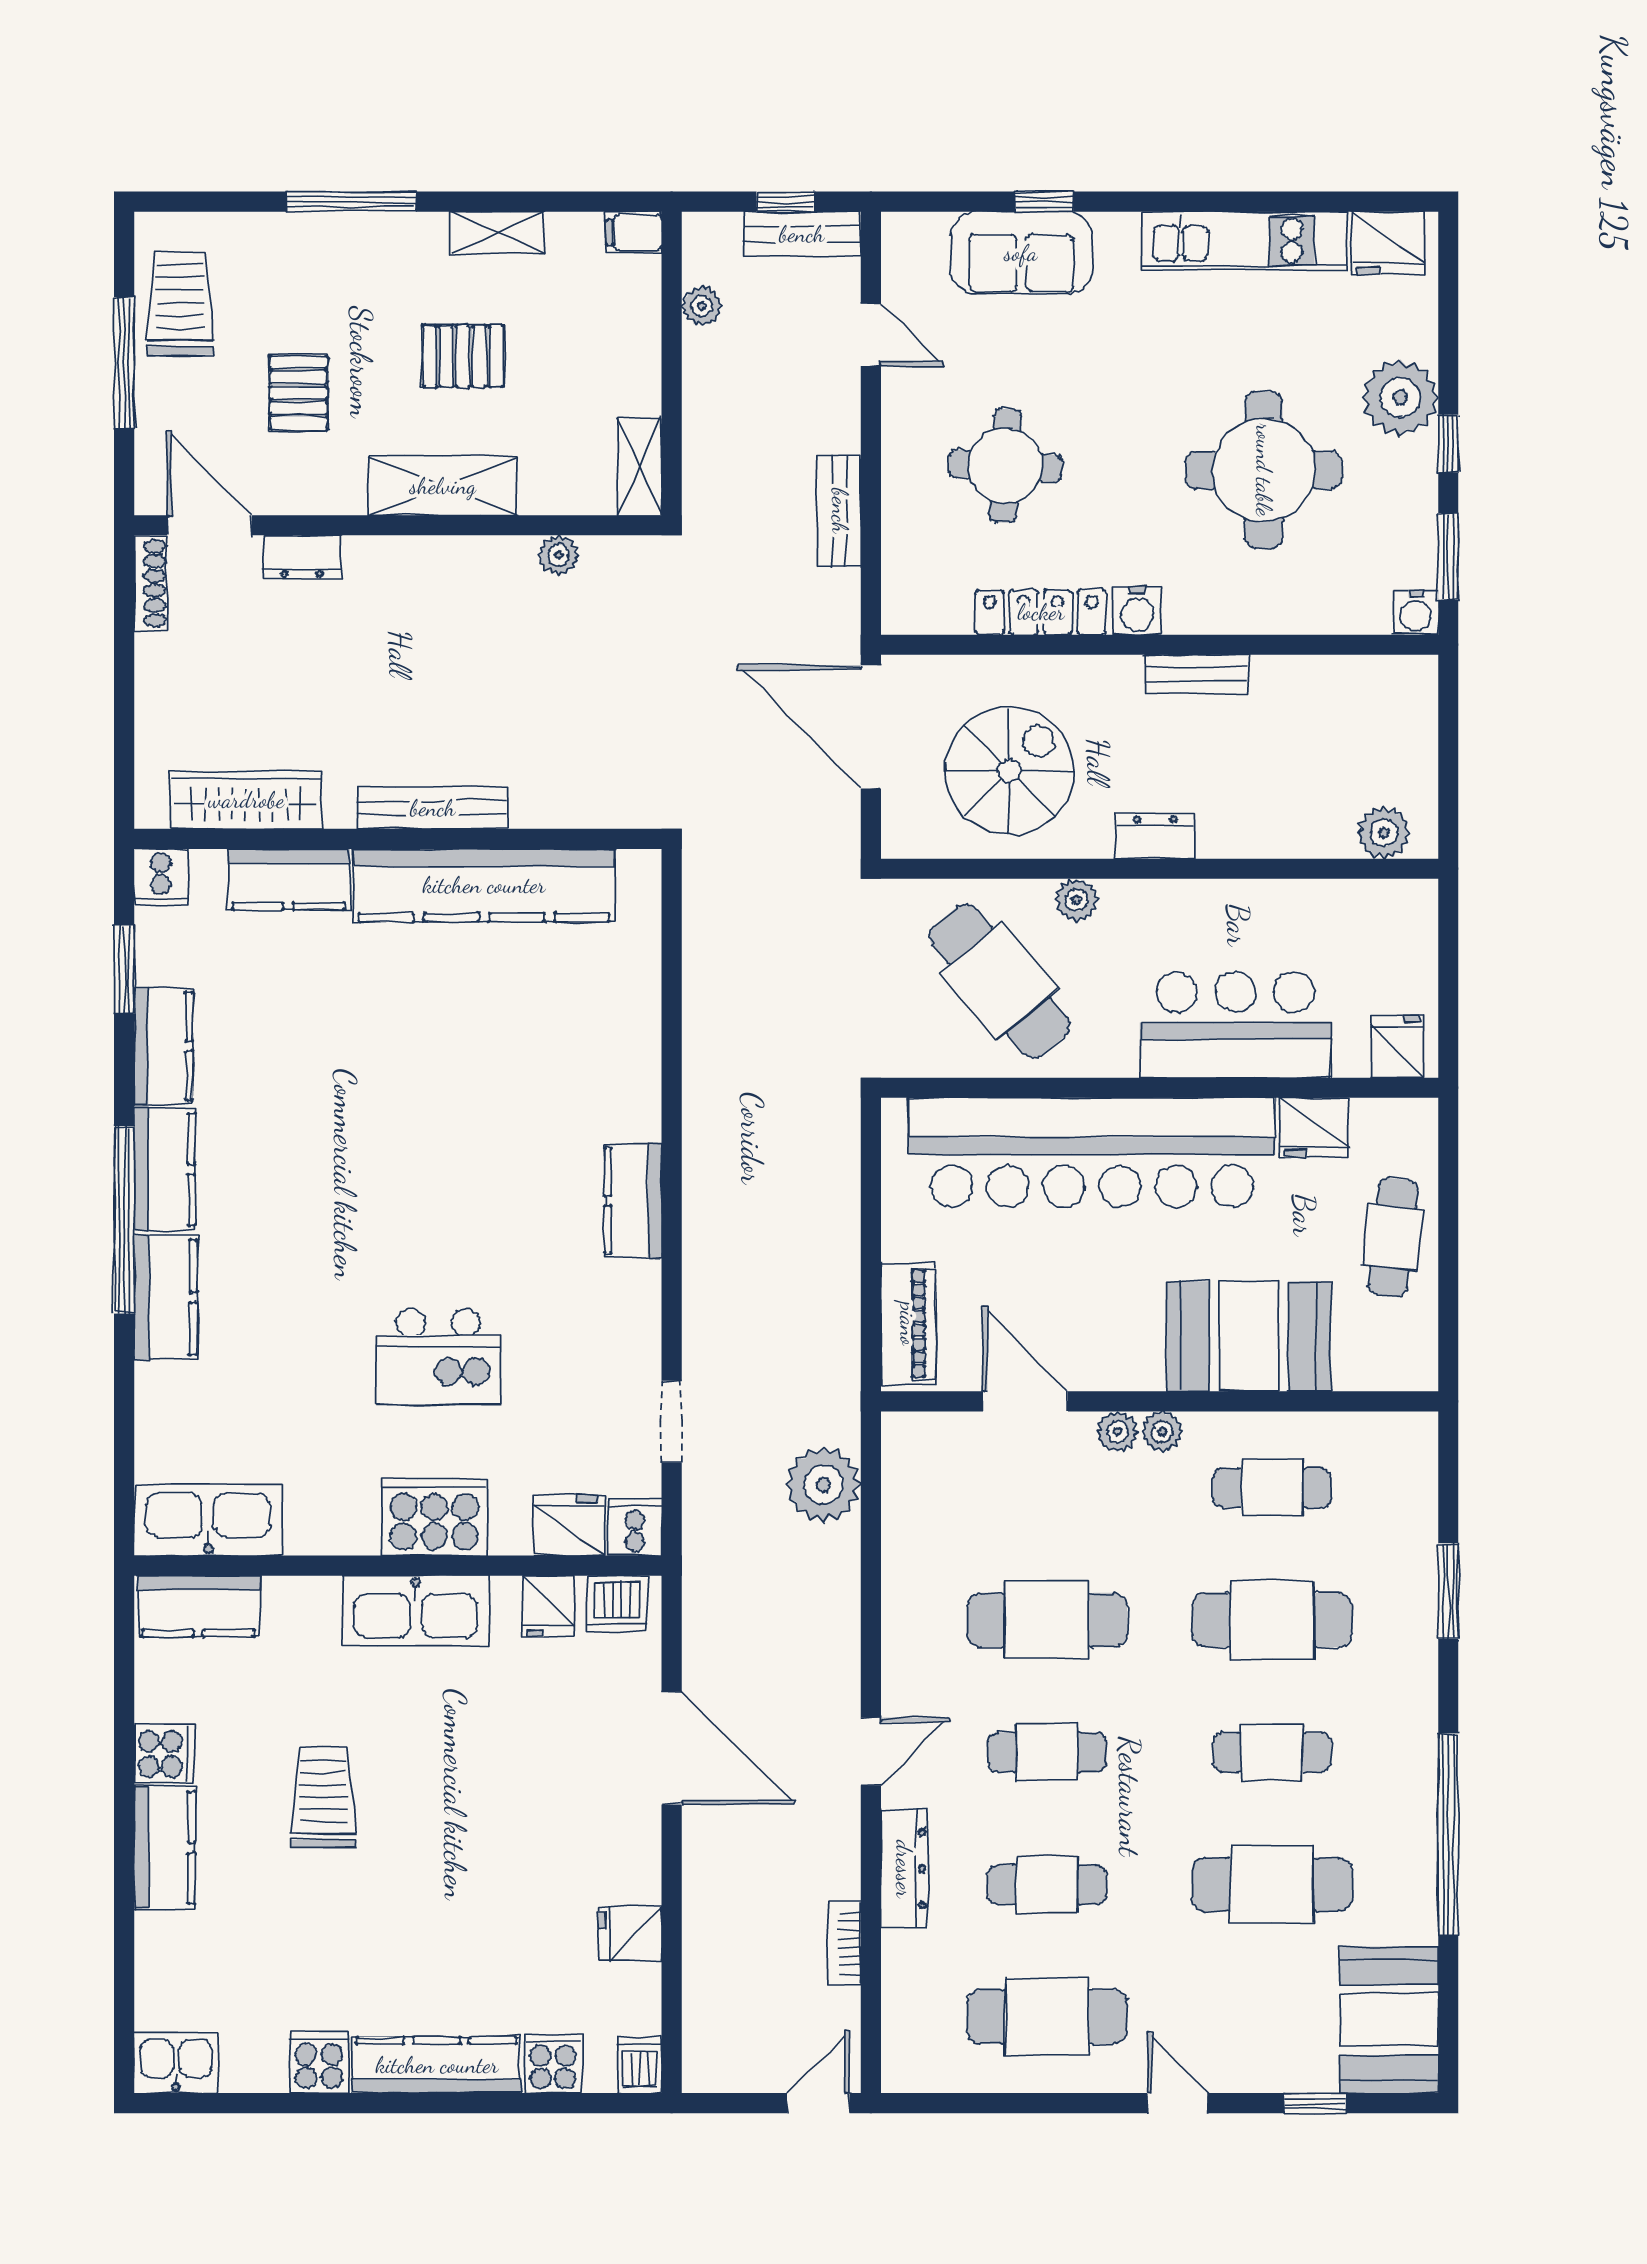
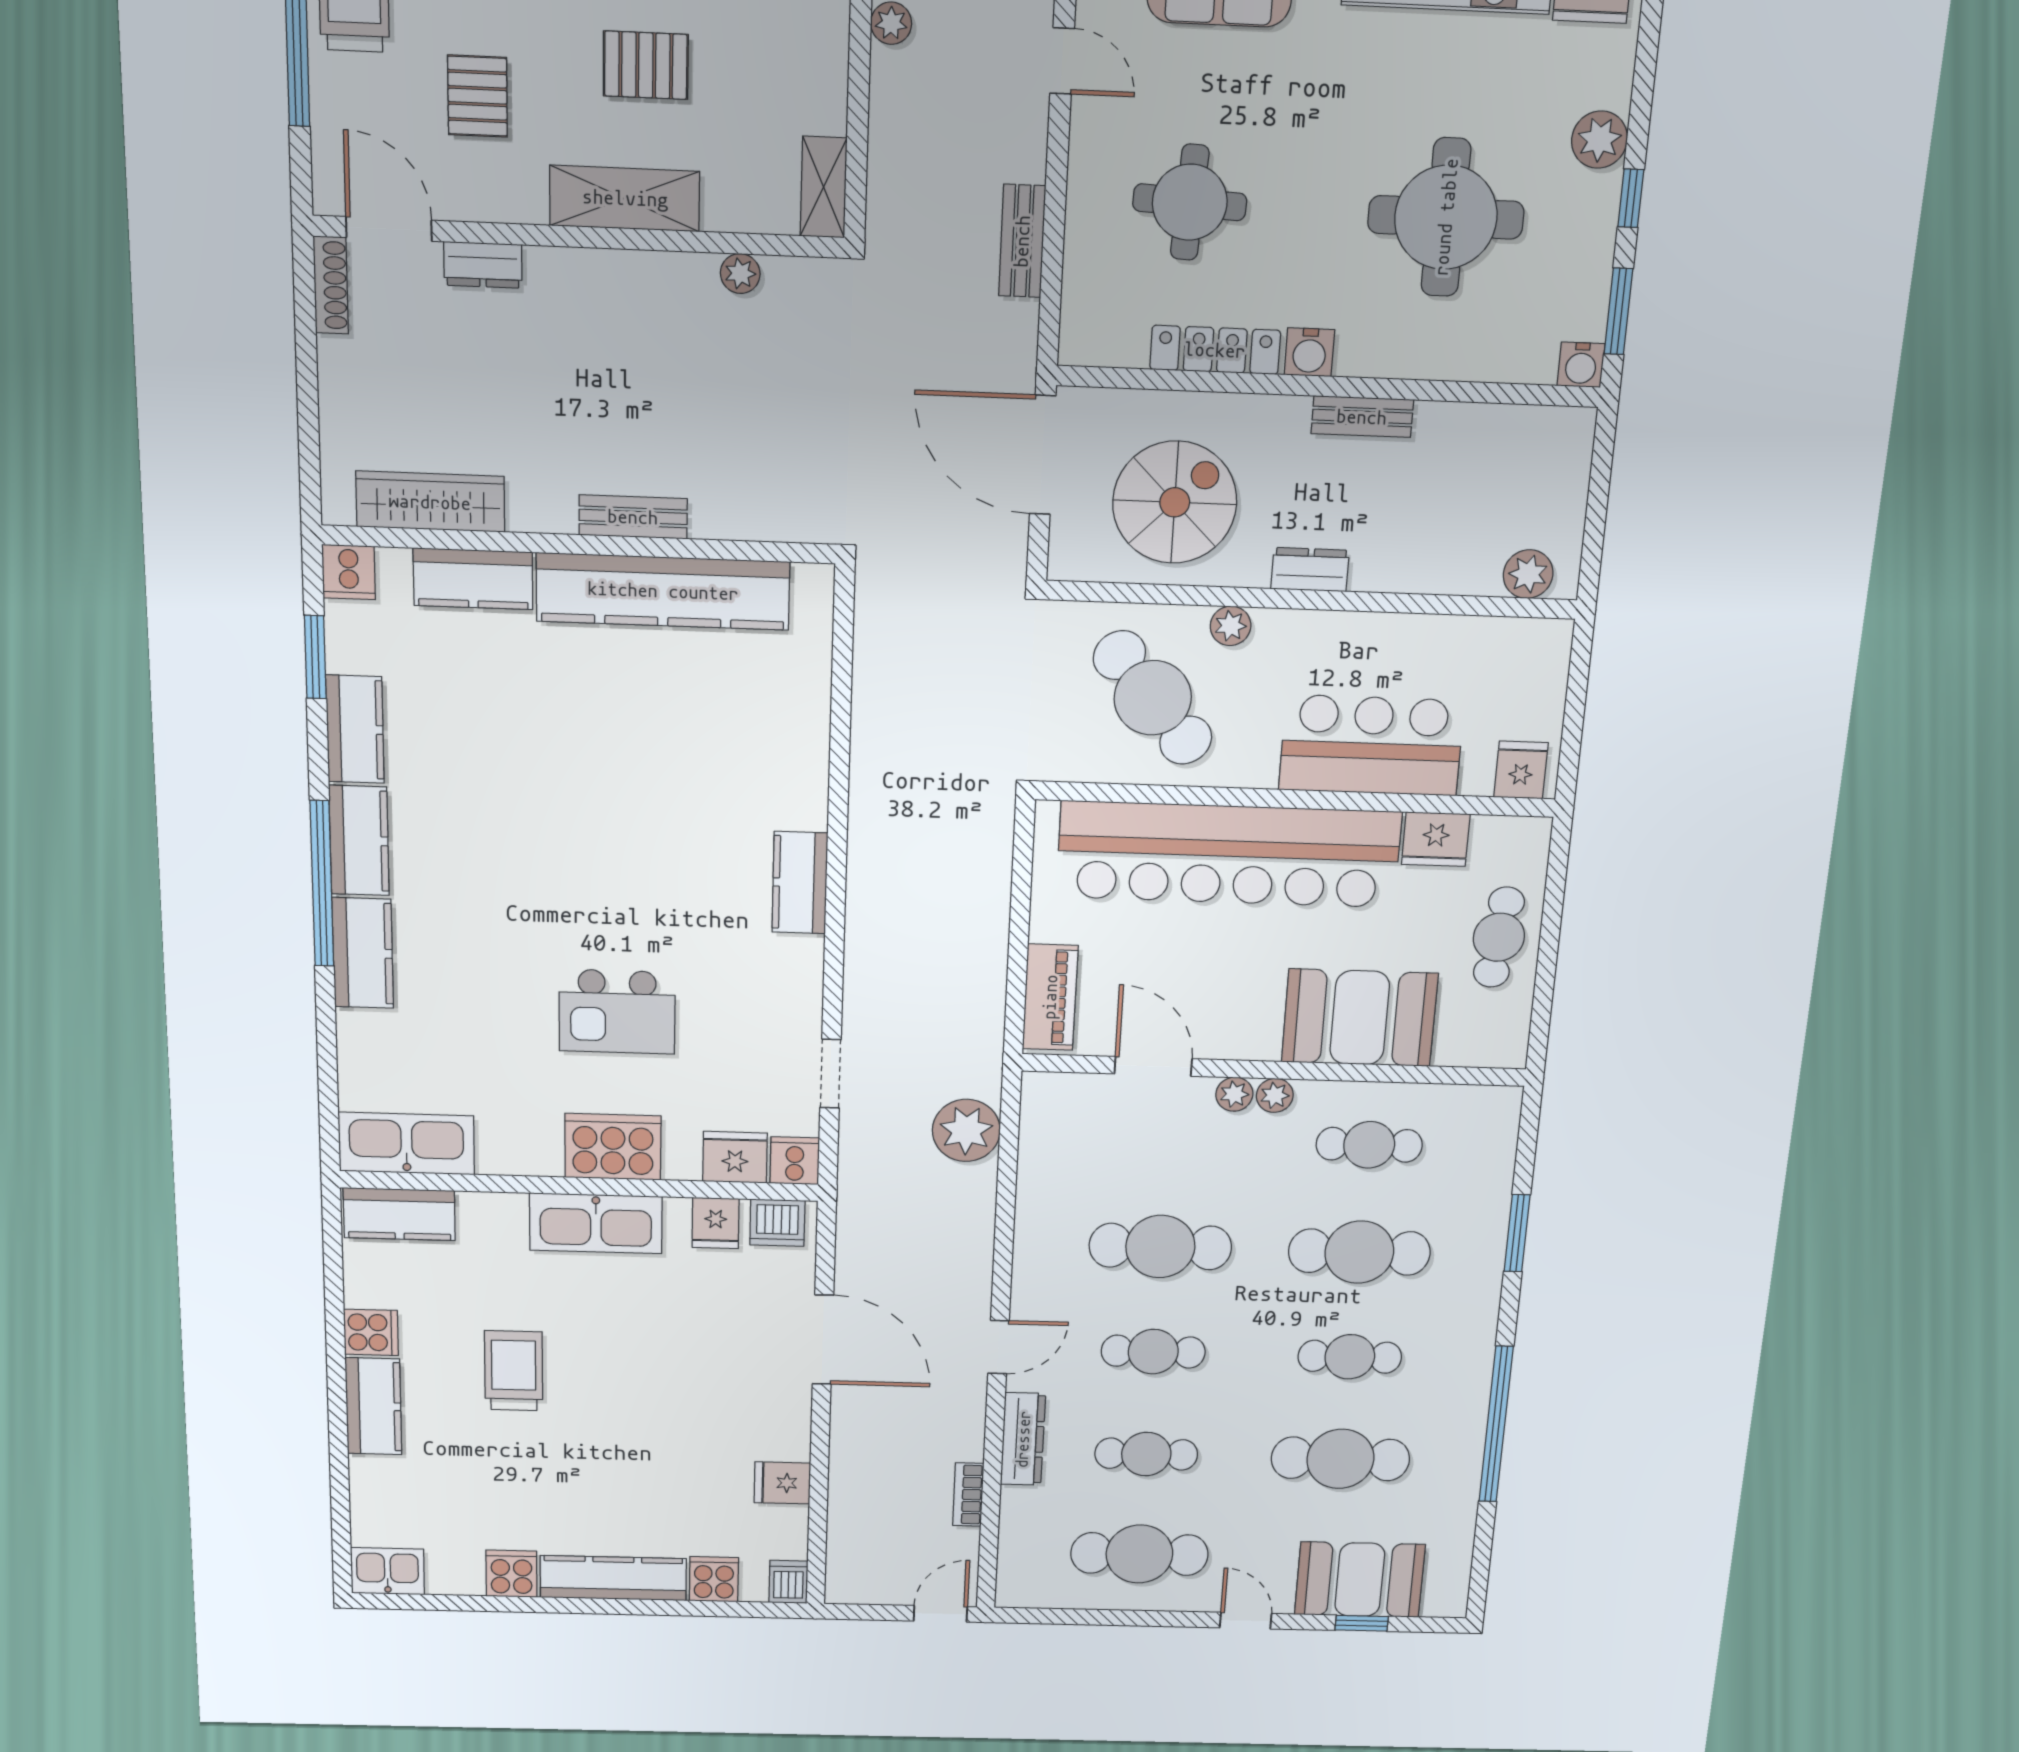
plant: (1400, 398) -> (1599, 140), width x0.73, depth x0.73
bench: (433, 808) -> (633, 517), width x0.73
booth: (1389, 2020) -> (1360, 1580), moved, turned 90

